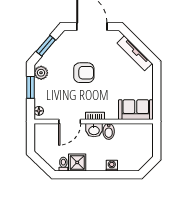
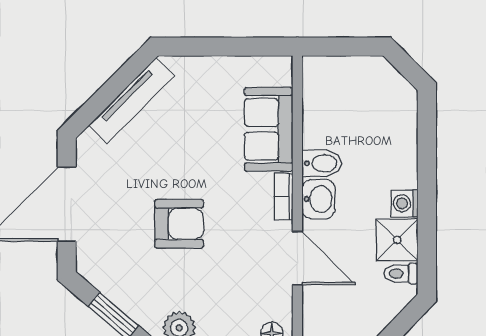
armchair: (84, 73) -> (179, 224), turned 90
sofa: (136, 110) -> (269, 129), moved
washing machine: (112, 166) -> (405, 203), moved

